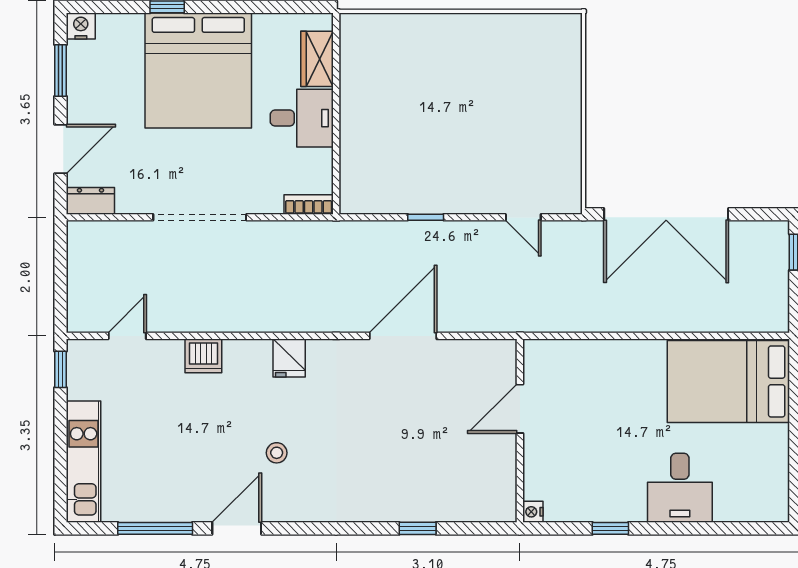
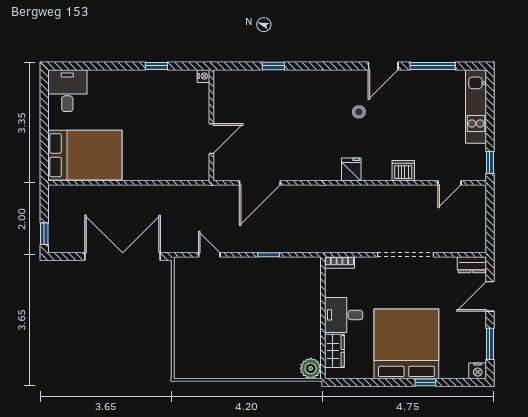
plant: (356, 30) -> (311, 368), added
door: (403, 336) -> (260, 183), moved
desk: (680, 488) -> (67, 91), moved

